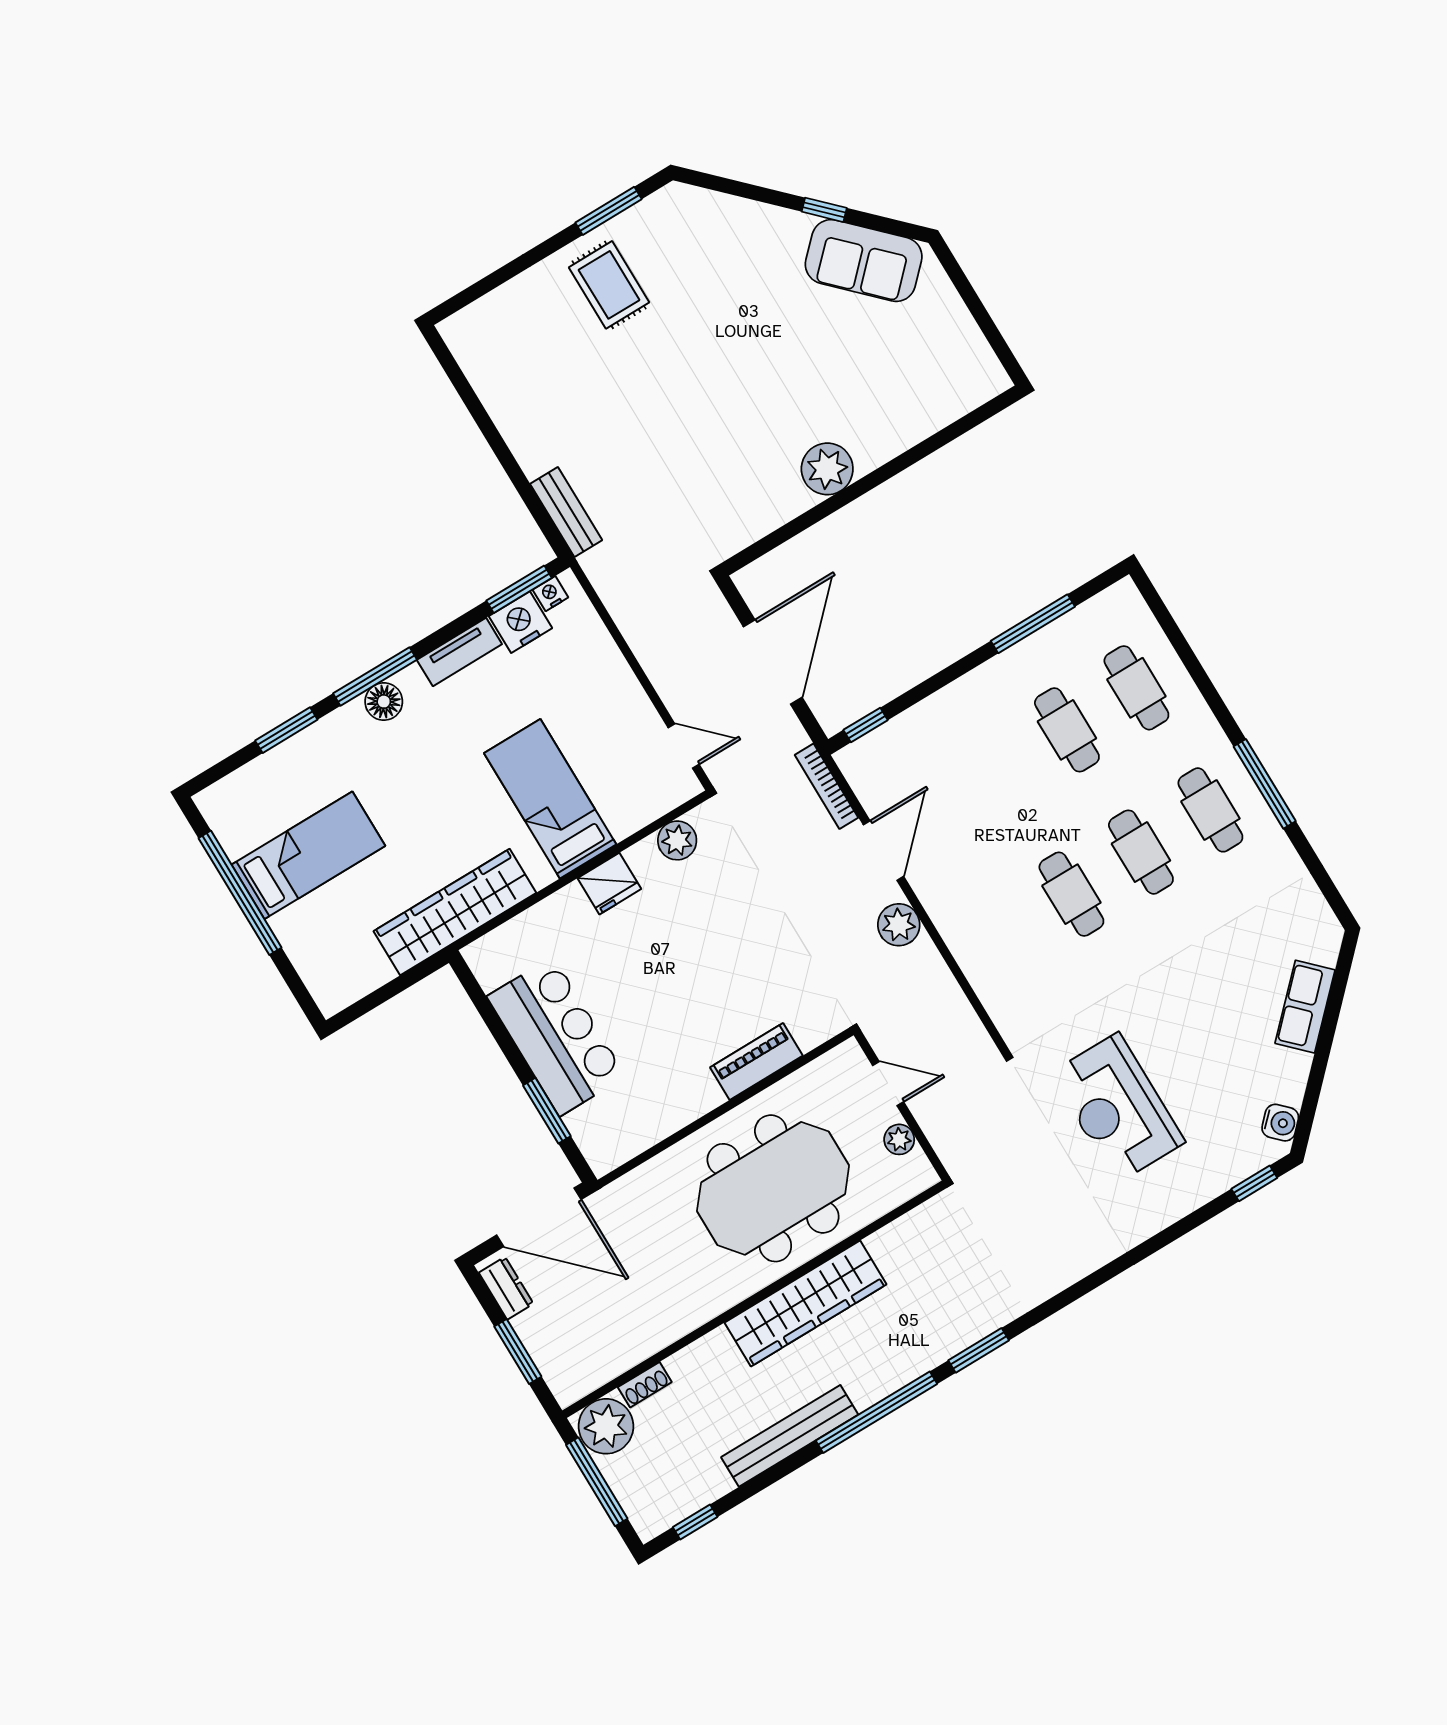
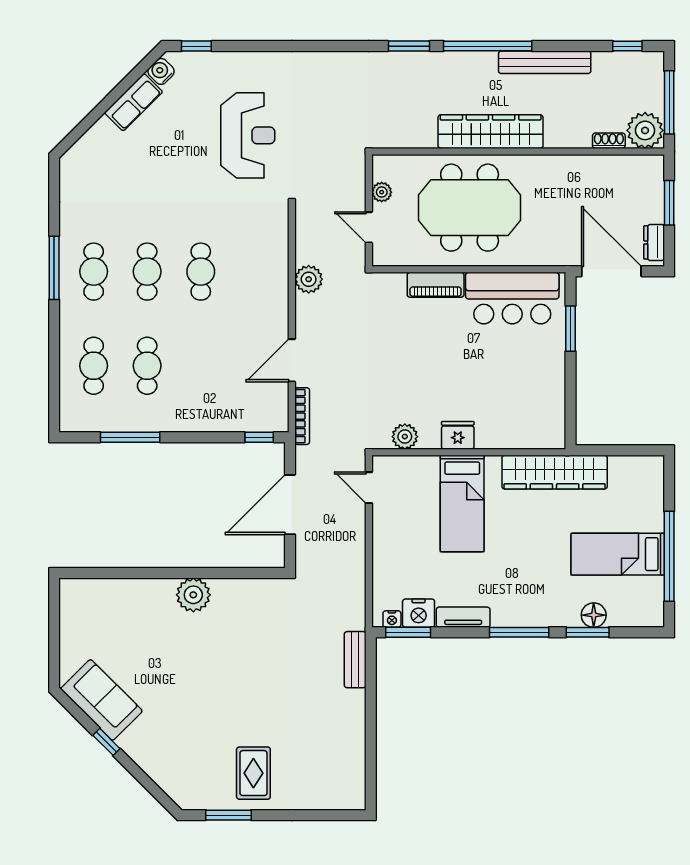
floor lamp: (384, 702) -> (594, 615), moved
plant: (899, 925) -> (309, 279), moved
row of seats: (1305, 1007) -> (134, 102), moved
bar counter: (556, 1036) -> (512, 298), moved, turned -90

